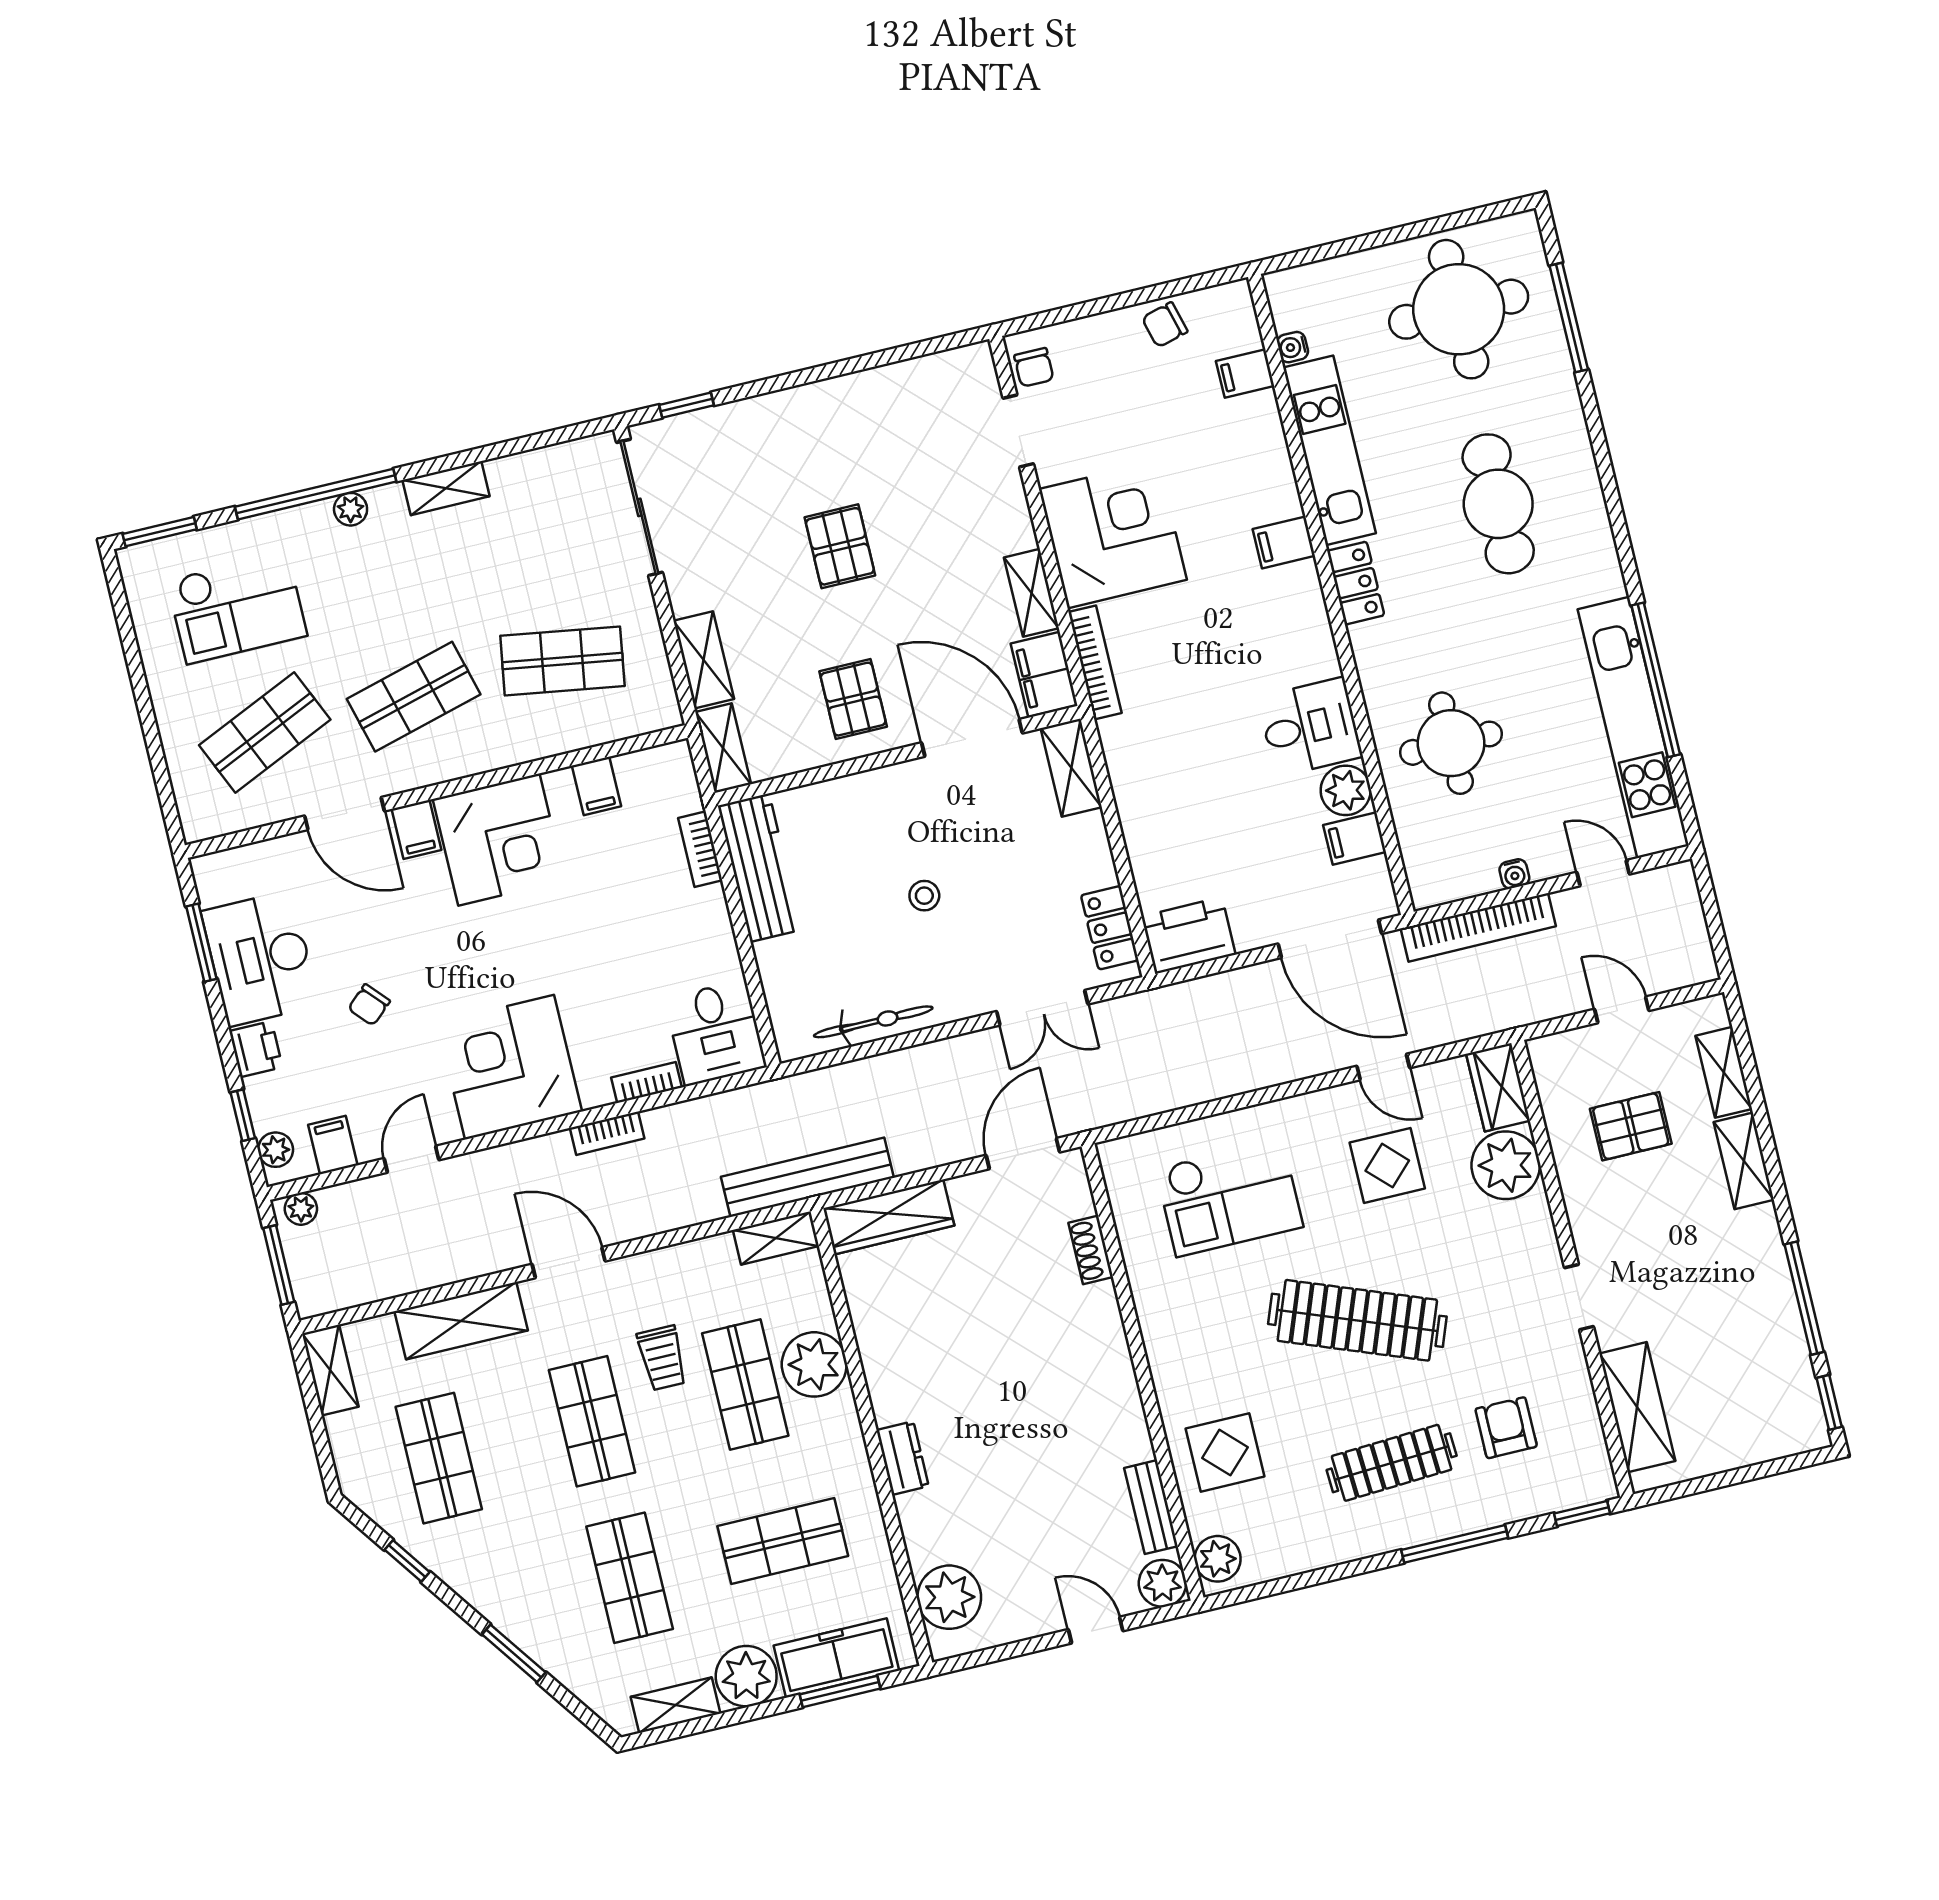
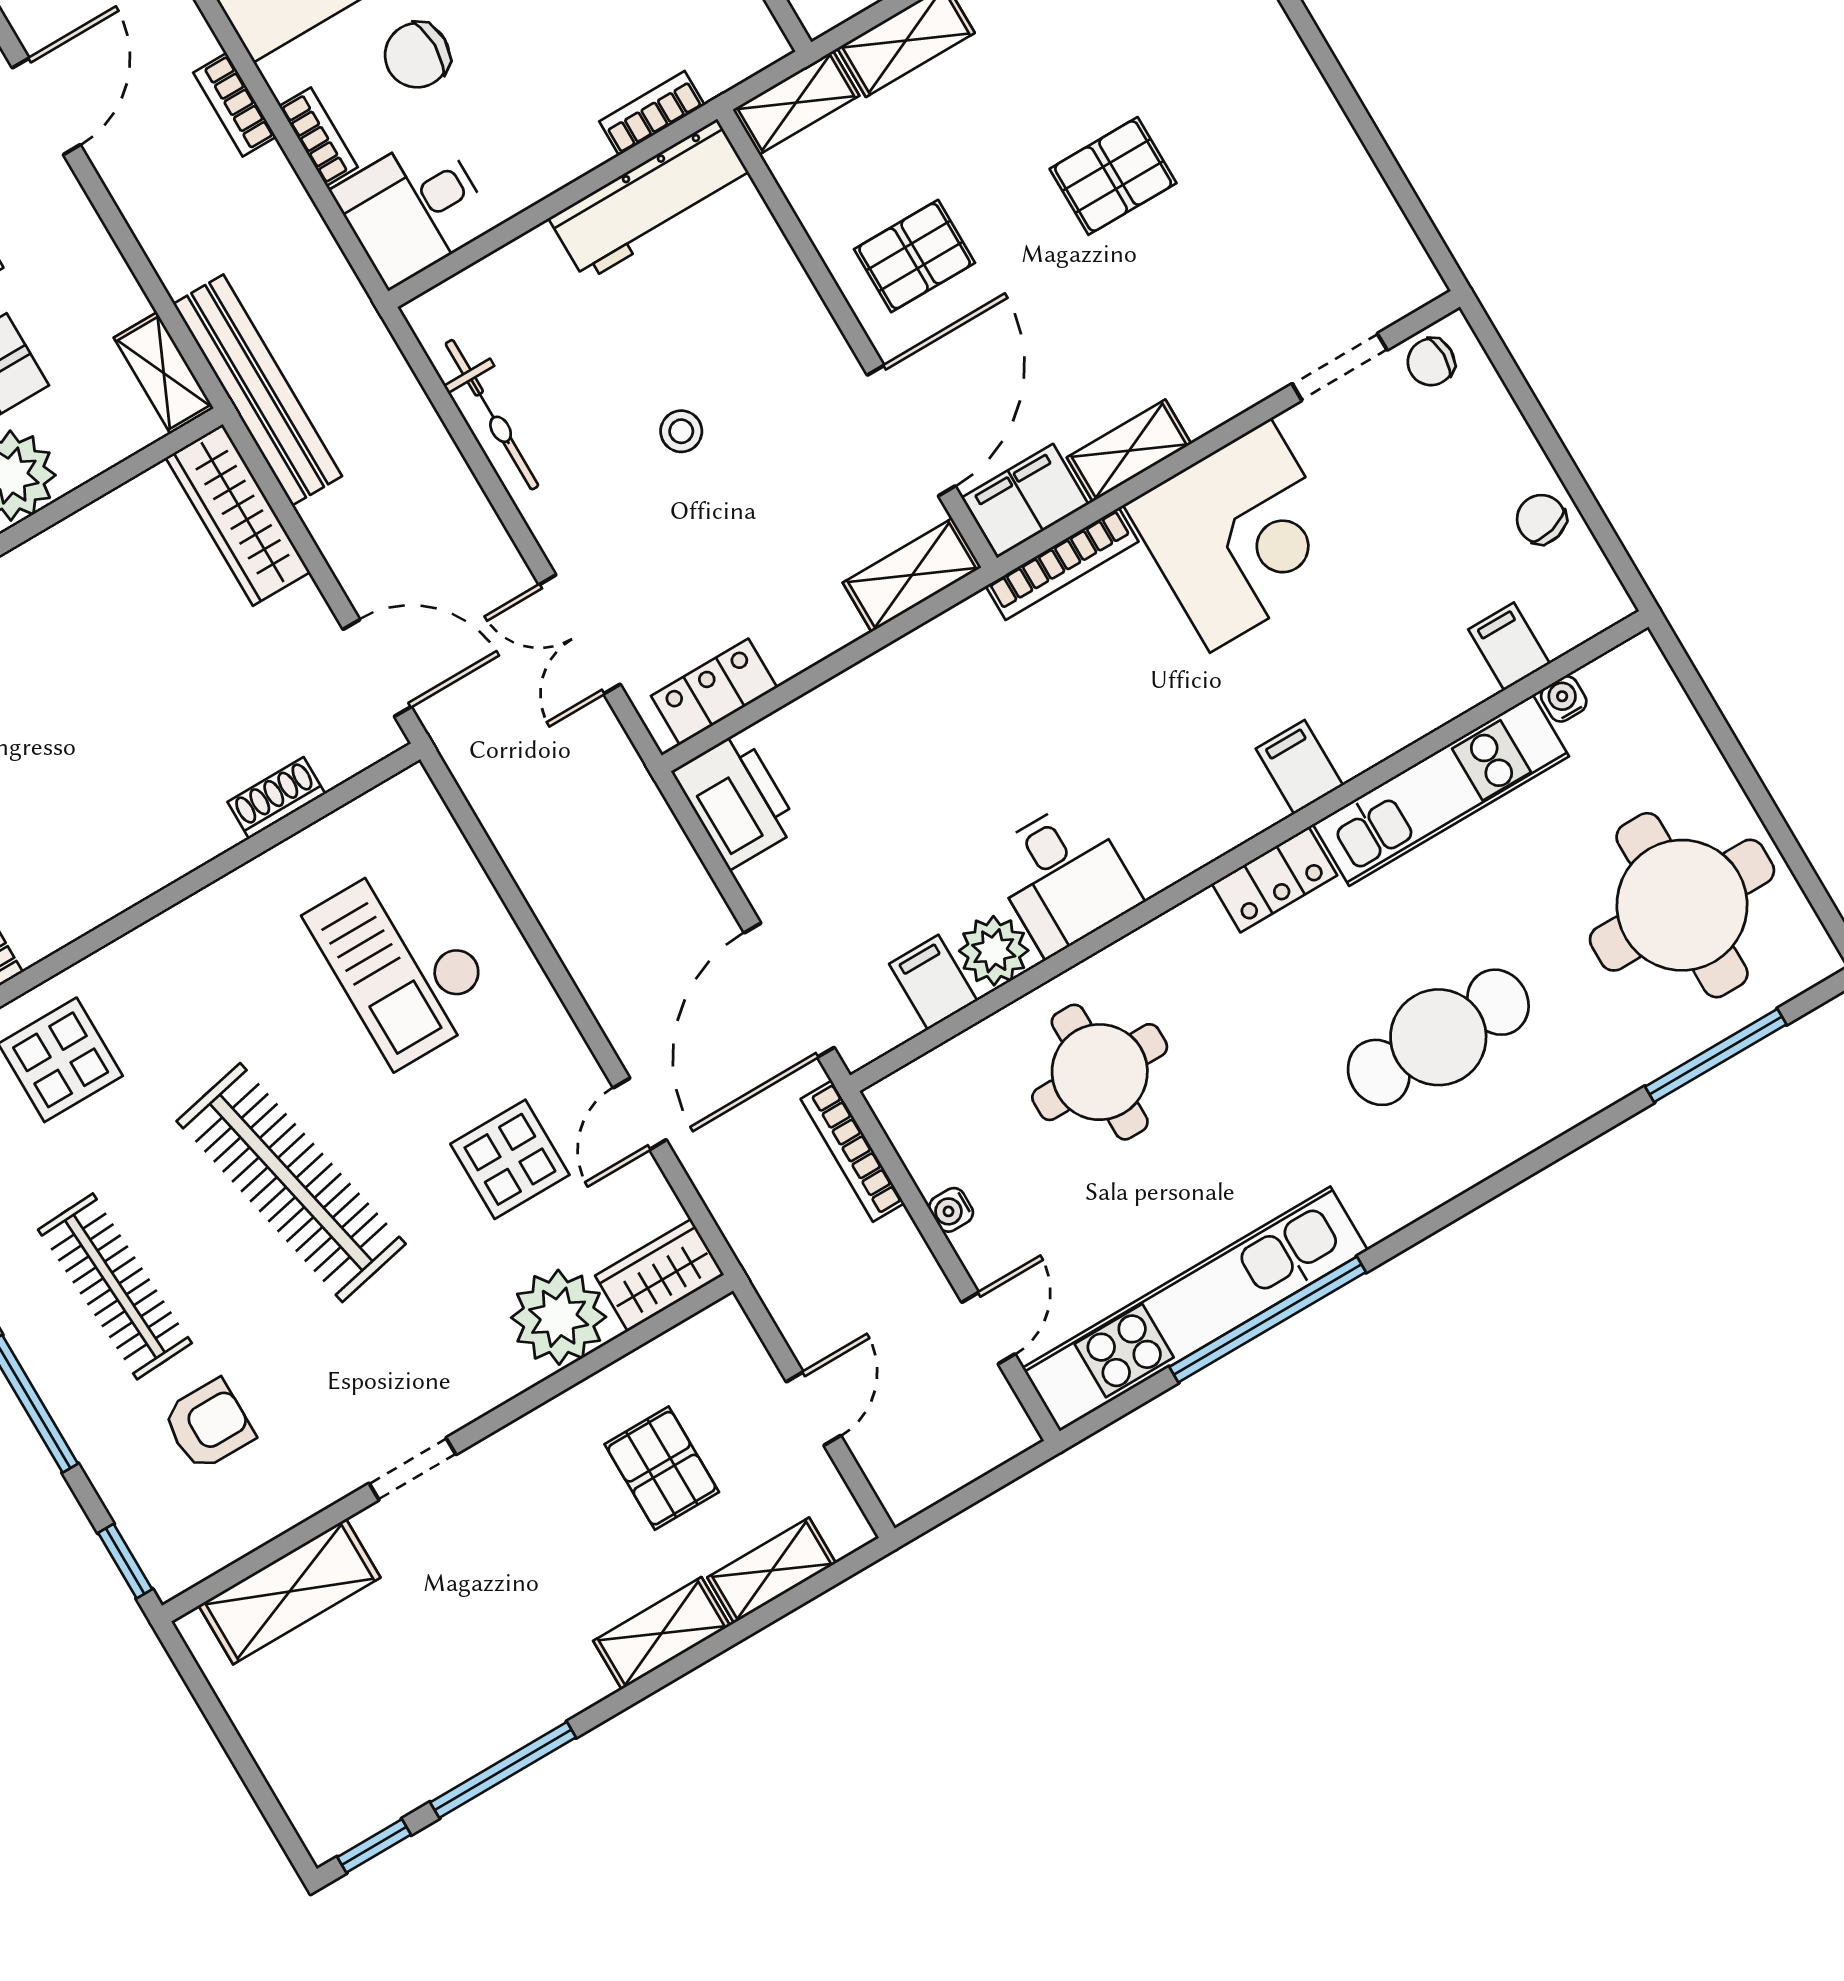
bookcase: (1478, 927) -> (852, 1151), width x0.68, depth x0.76
chair: (611, 998) -> (417, 55), added
clothes rail: (1357, 1320) -> (291, 1183), turned -33

